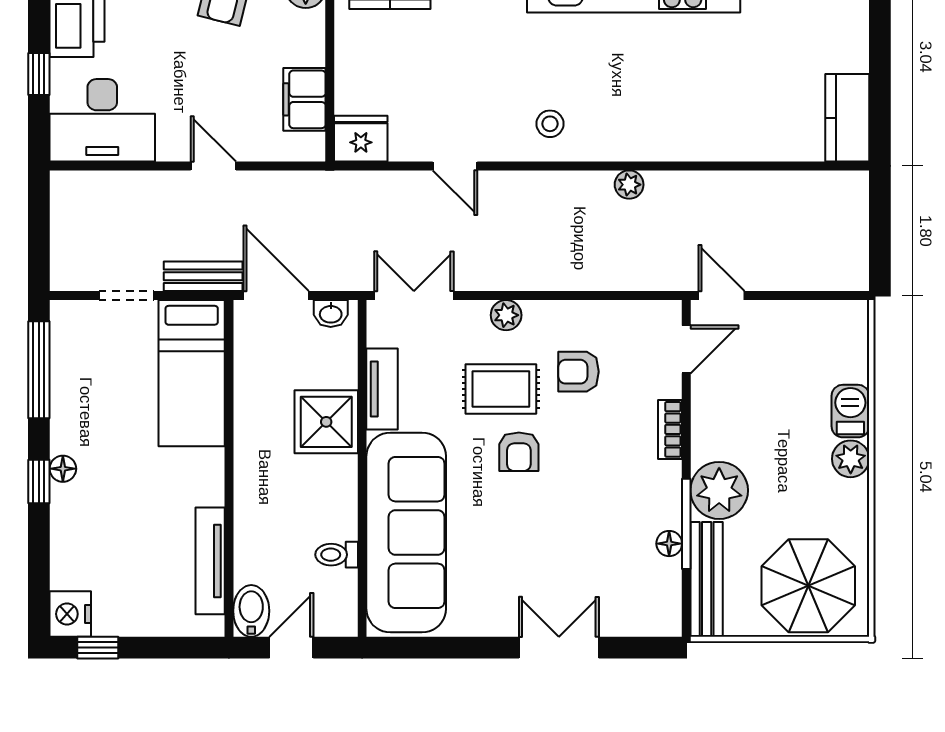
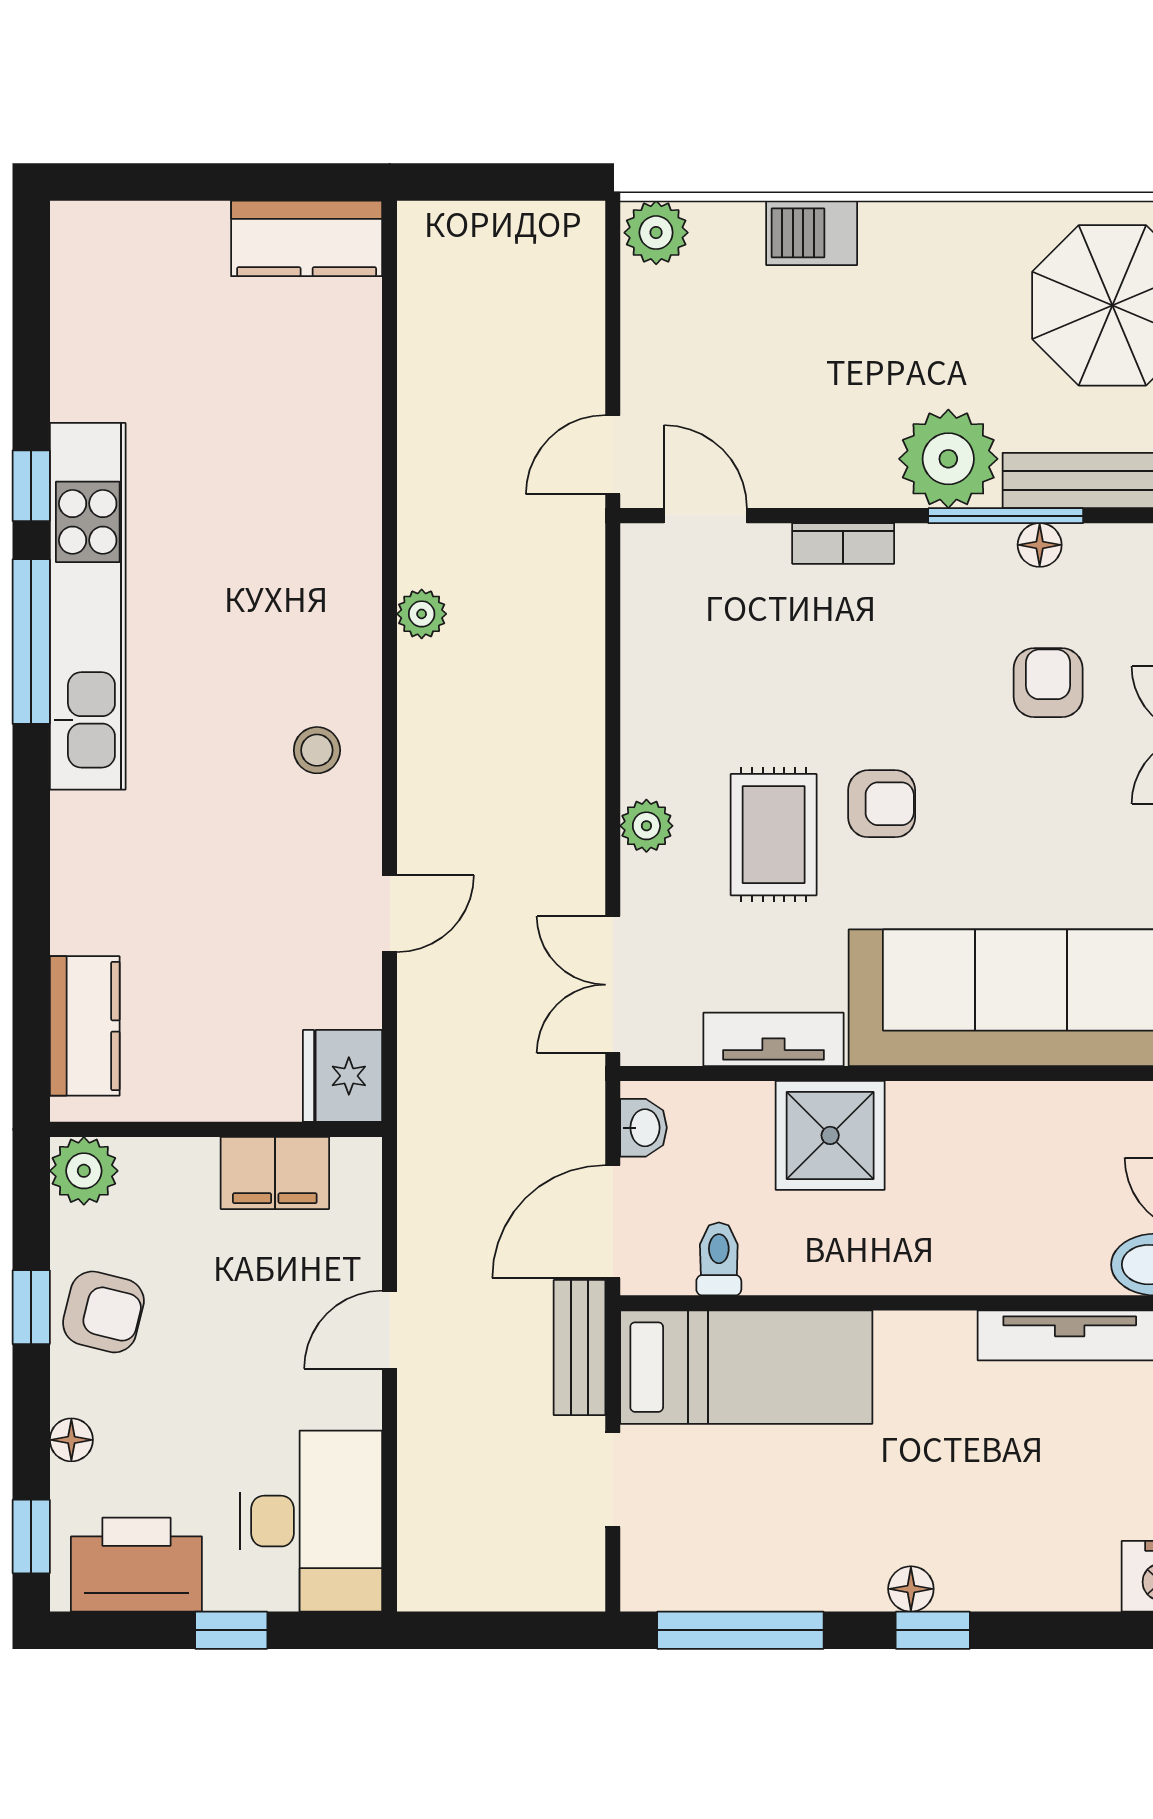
armchair: (579, 372) -> (1048, 683), moved, turned 180
plant: (851, 459) -> (656, 233), moved
toilet: (337, 555) -> (719, 1259), moved, turned 180

